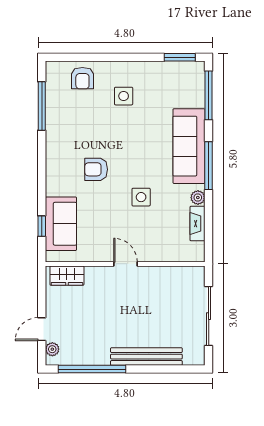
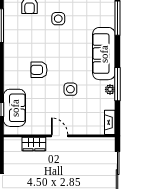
window: (209, 166) -> (118, 84), moved
fireplace: (197, 224) -> (110, 122), moved
wardrobe: (67, 276) -> (34, 144), moved

